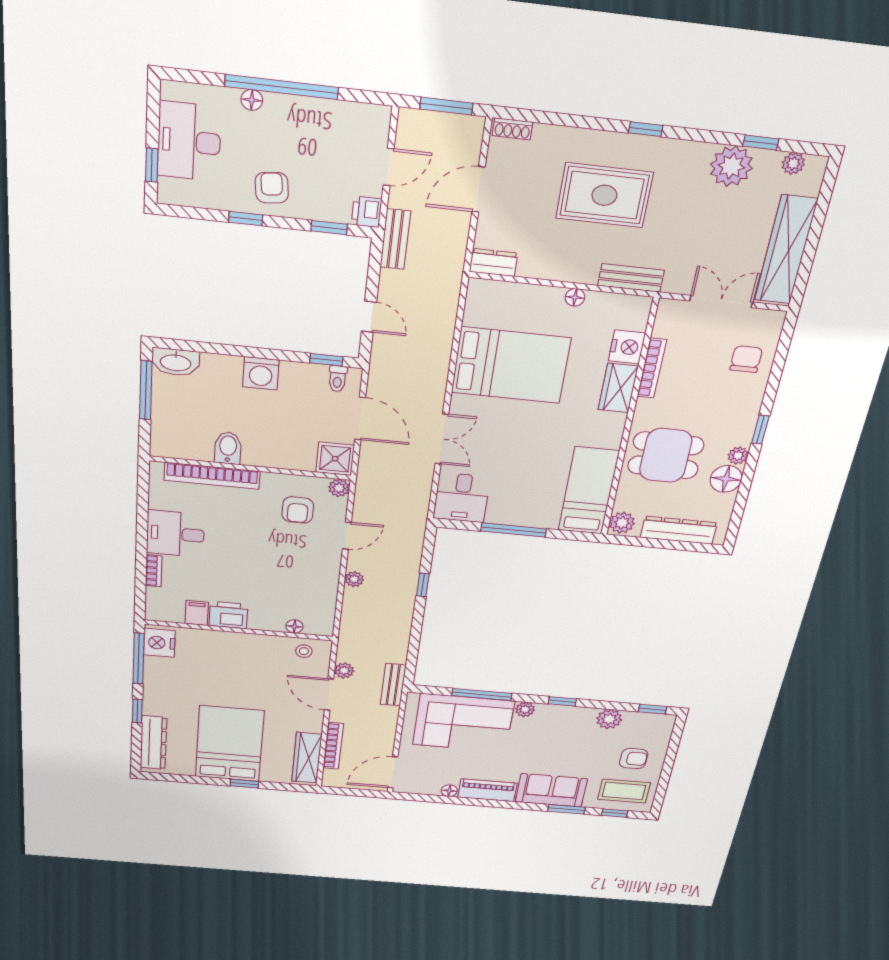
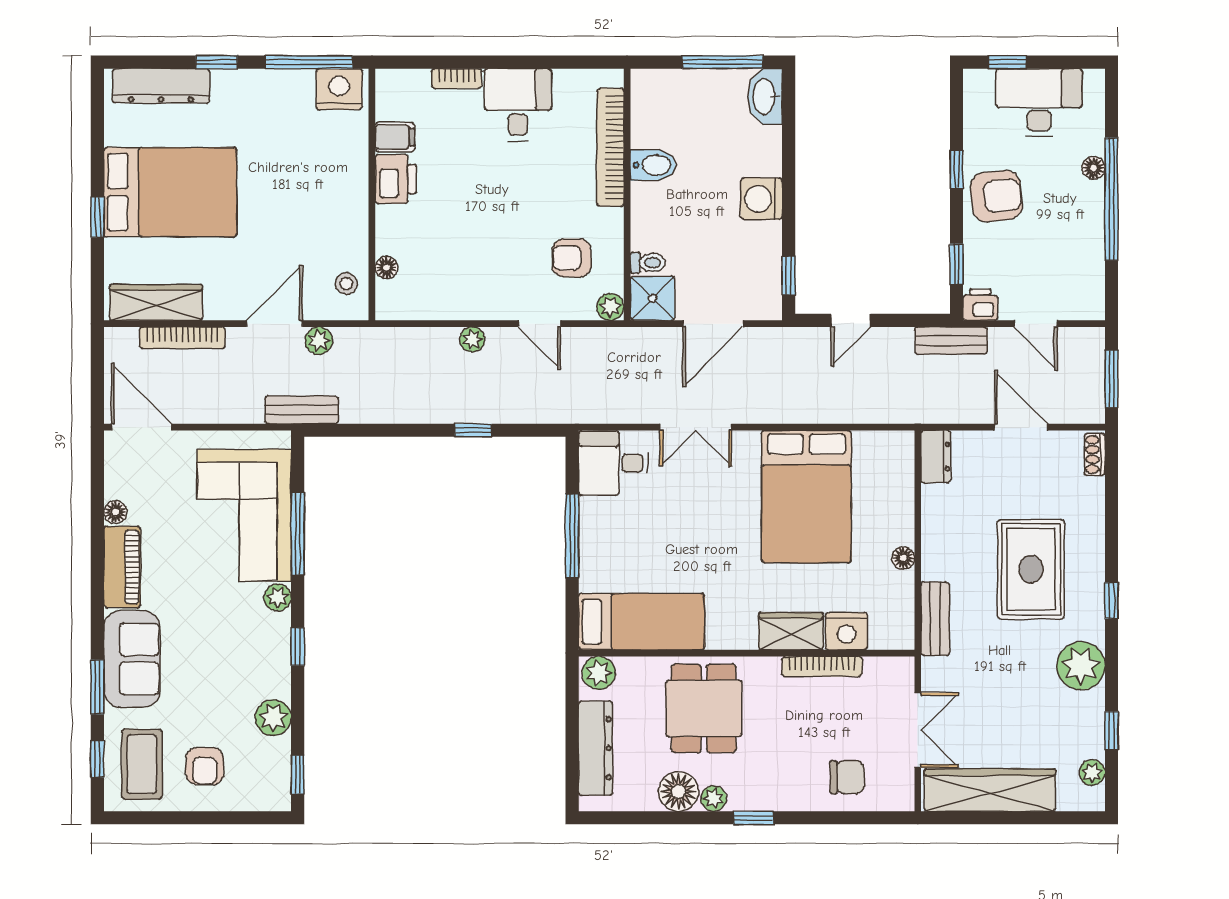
plant: (731, 166) -> (1081, 666), moved
armchair: (272, 188) -> (996, 196), width x1.38, depth x1.38
toilet: (338, 379) -> (648, 263), moved, turned 180

